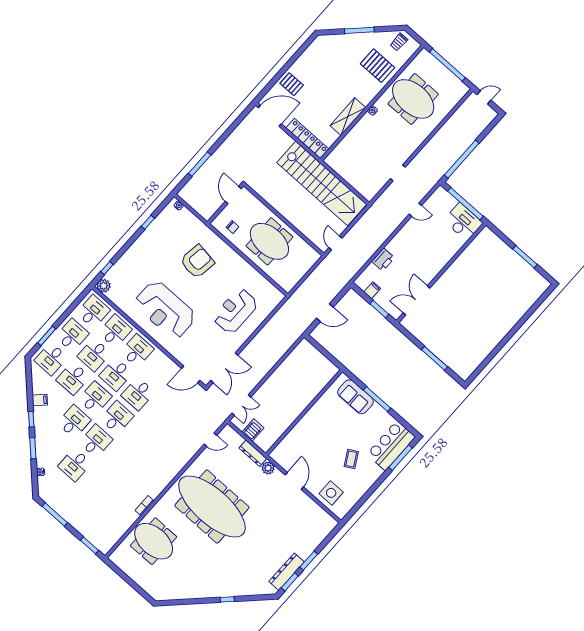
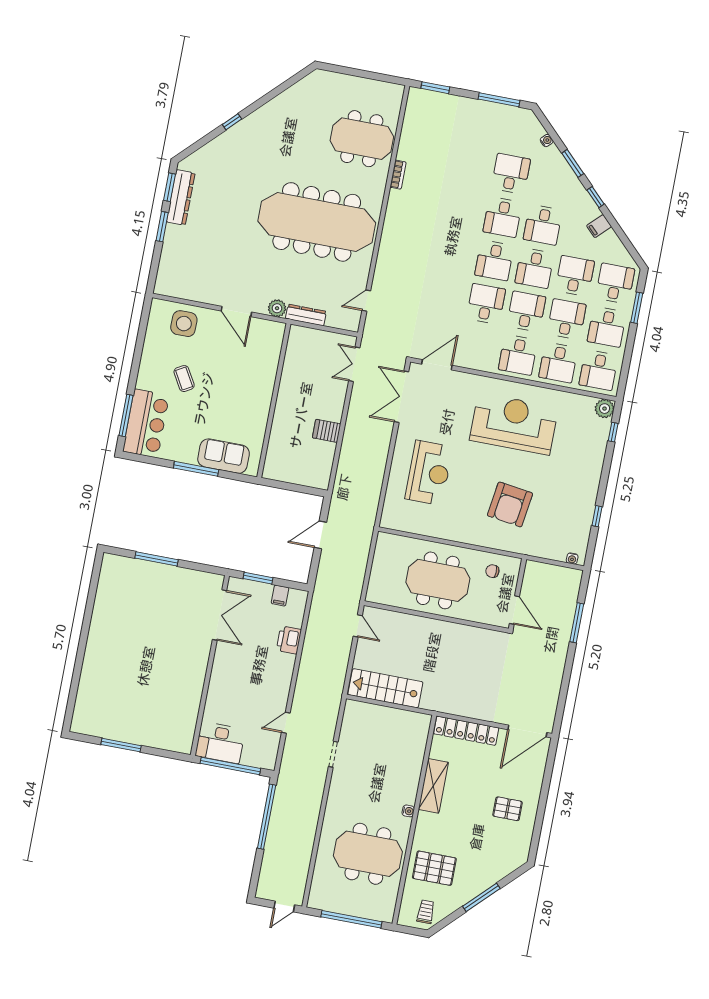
pallet: (292, 84) -> (508, 809), moved
stairs: (322, 183) -> (385, 688), width x0.54, depth x0.66
server rack: (253, 430) -> (327, 431), moved, turned 90

